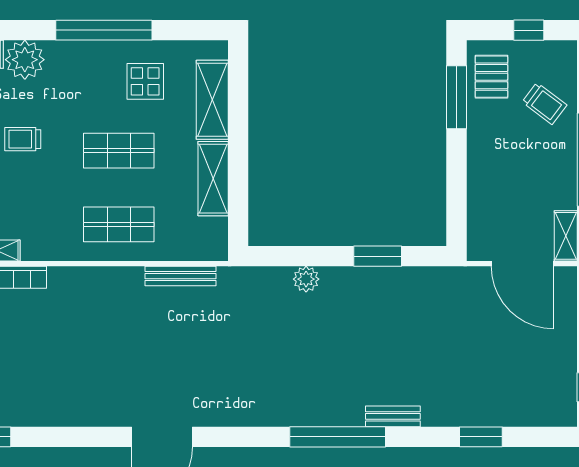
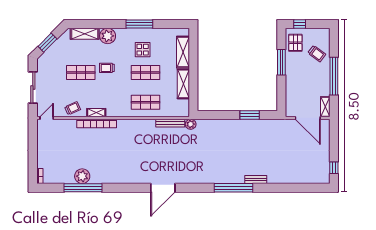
window: (104, 30) -> (139, 24), width x0.68
window: (529, 30) -> (300, 24), moved
display table: (145, 81) -> (143, 50), moved
window: (457, 97) -> (281, 62), moved
plant: (306, 279) -> (191, 124), moved
window: (481, 437) -> (291, 188), removed

